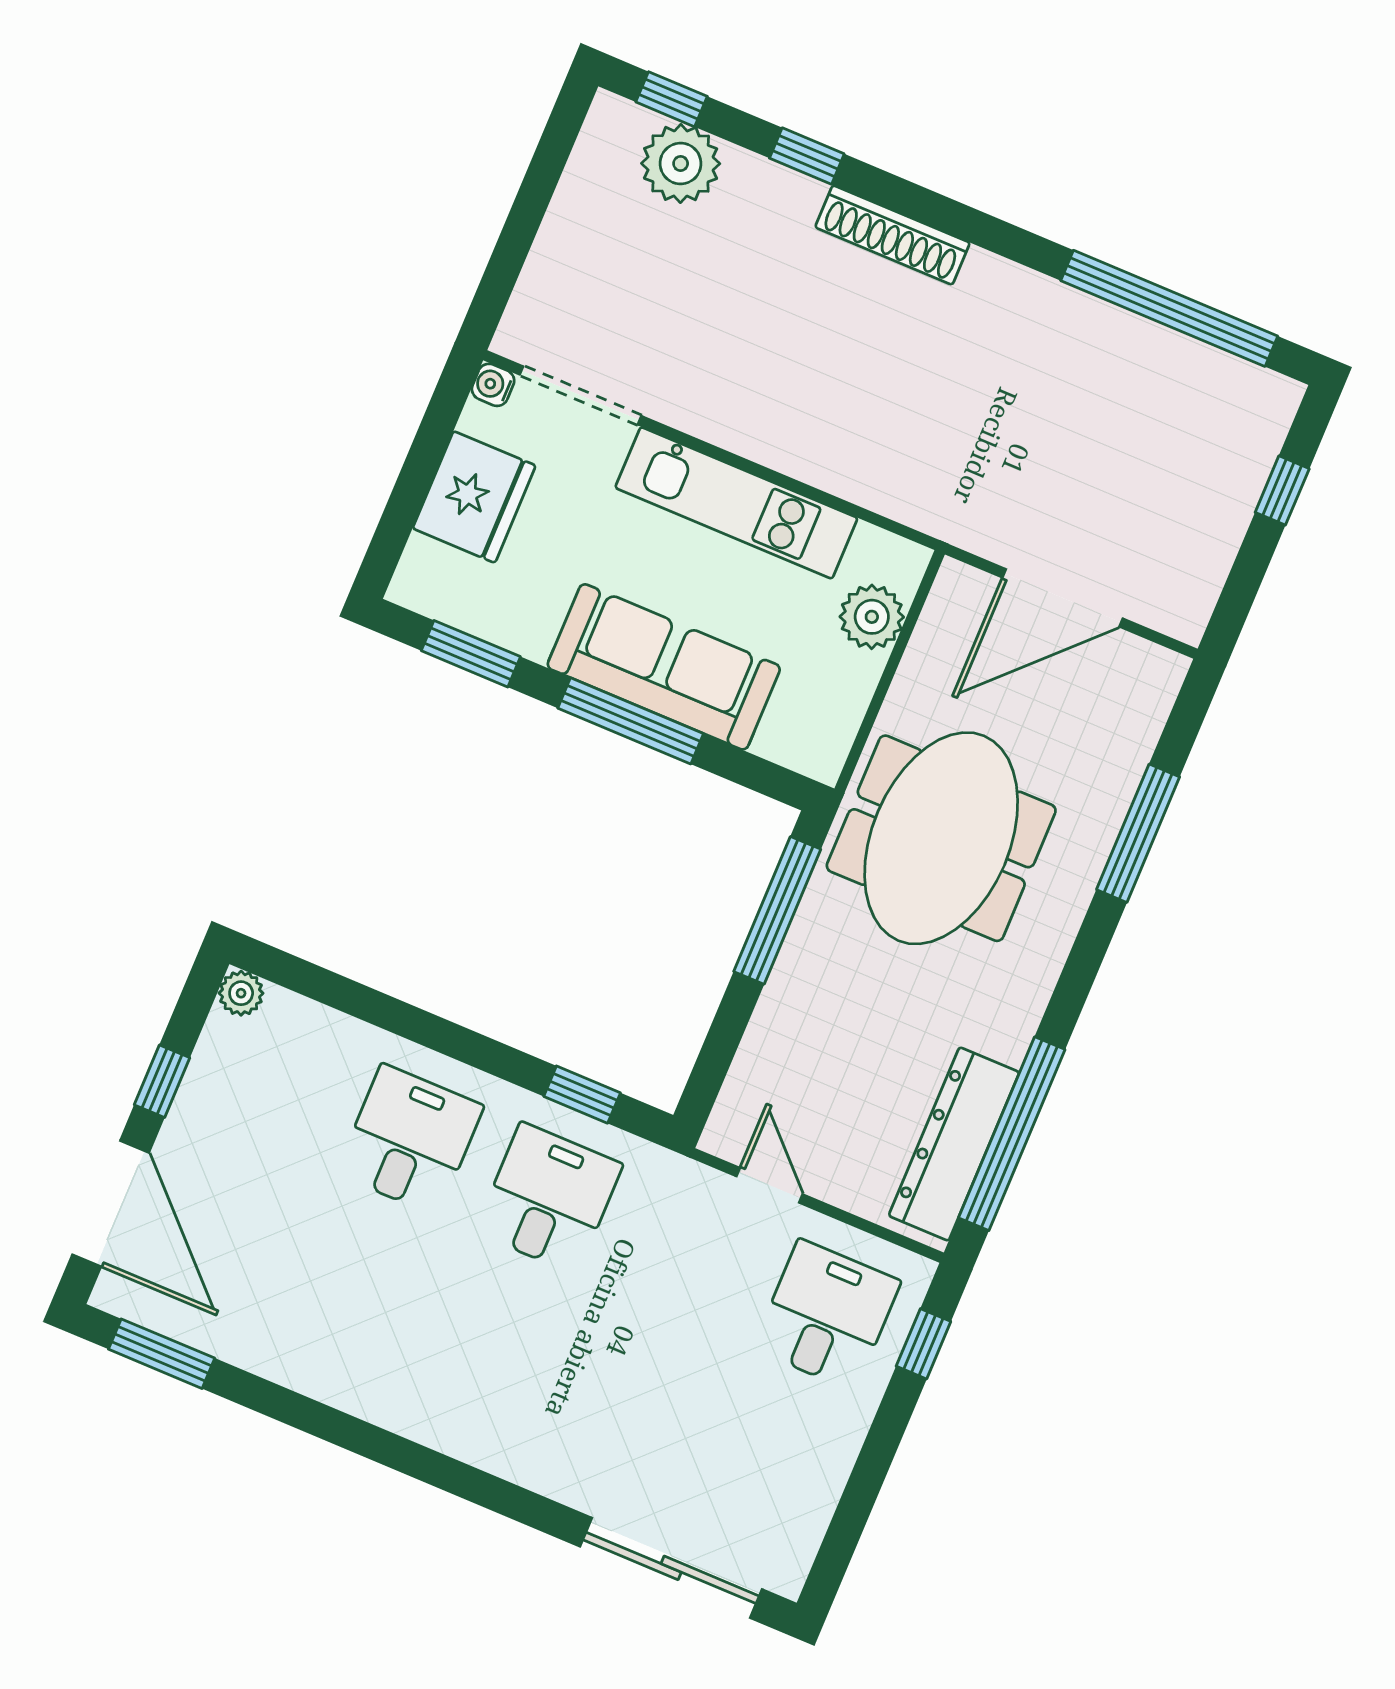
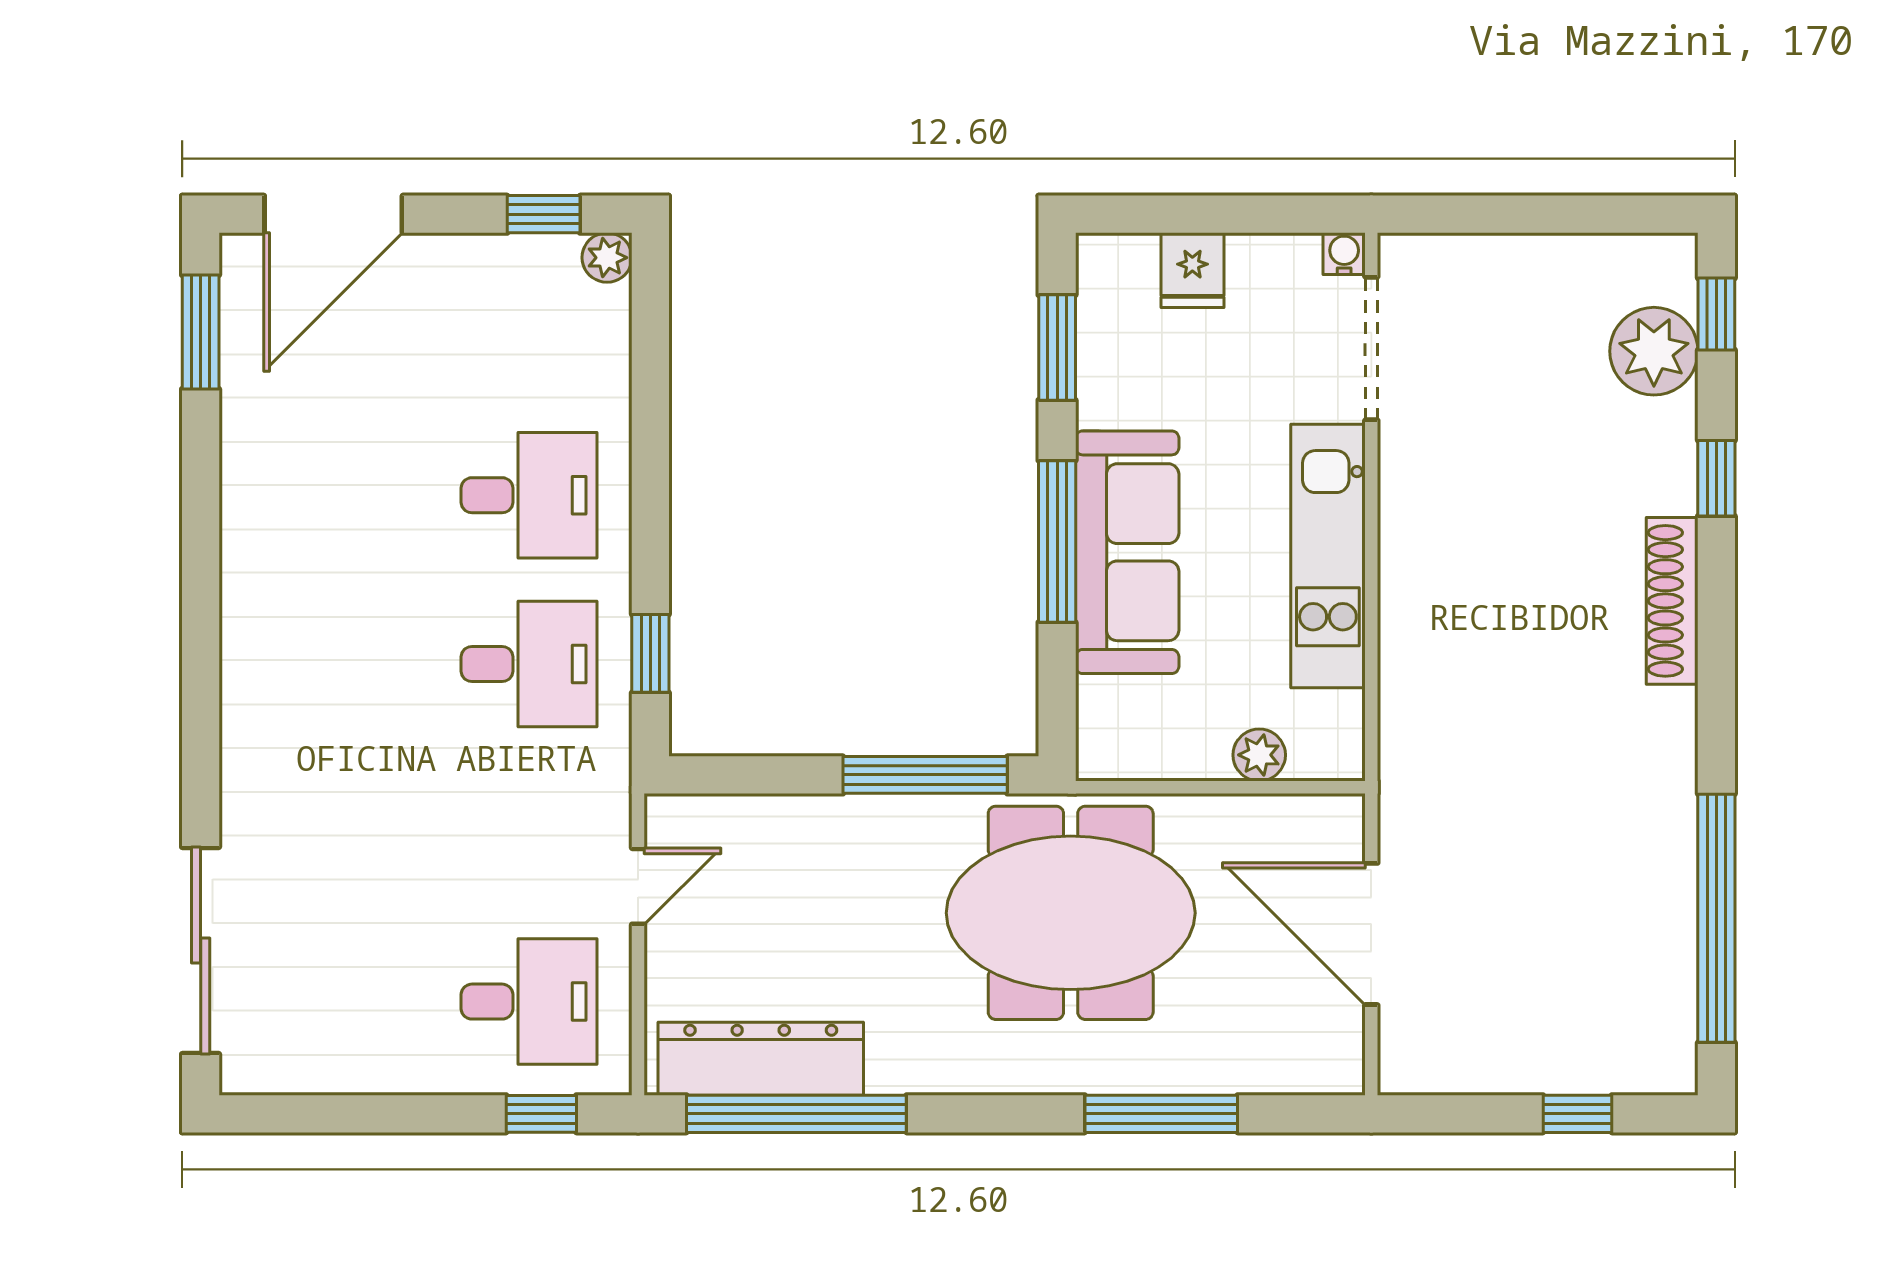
fridge: (474, 497) -> (1192, 270), width x0.53, depth x0.75
plant: (872, 617) -> (1259, 755), width x0.73, depth x0.73
window: (162, 1081) -> (544, 214), moved

